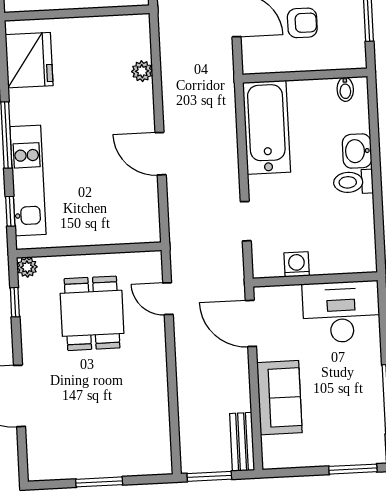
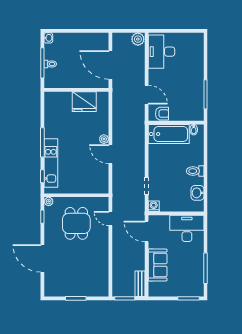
armchair: (302, 23) -> (162, 114), moved
fridge: (29, 60) -> (84, 102), moved, turned 90
plant: (142, 71) -> (104, 139), moved
bathtub: (267, 127) -> (169, 134), moved, turned 90
washbasin: (357, 151) -> (197, 193), moved
washing machine: (297, 264) -> (154, 206), moved

